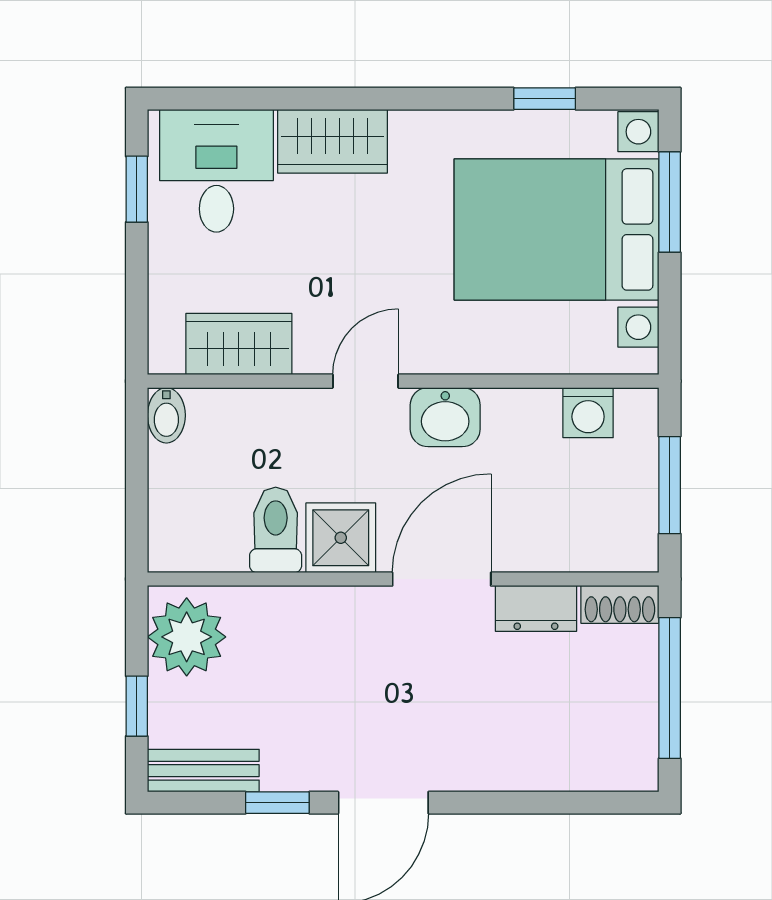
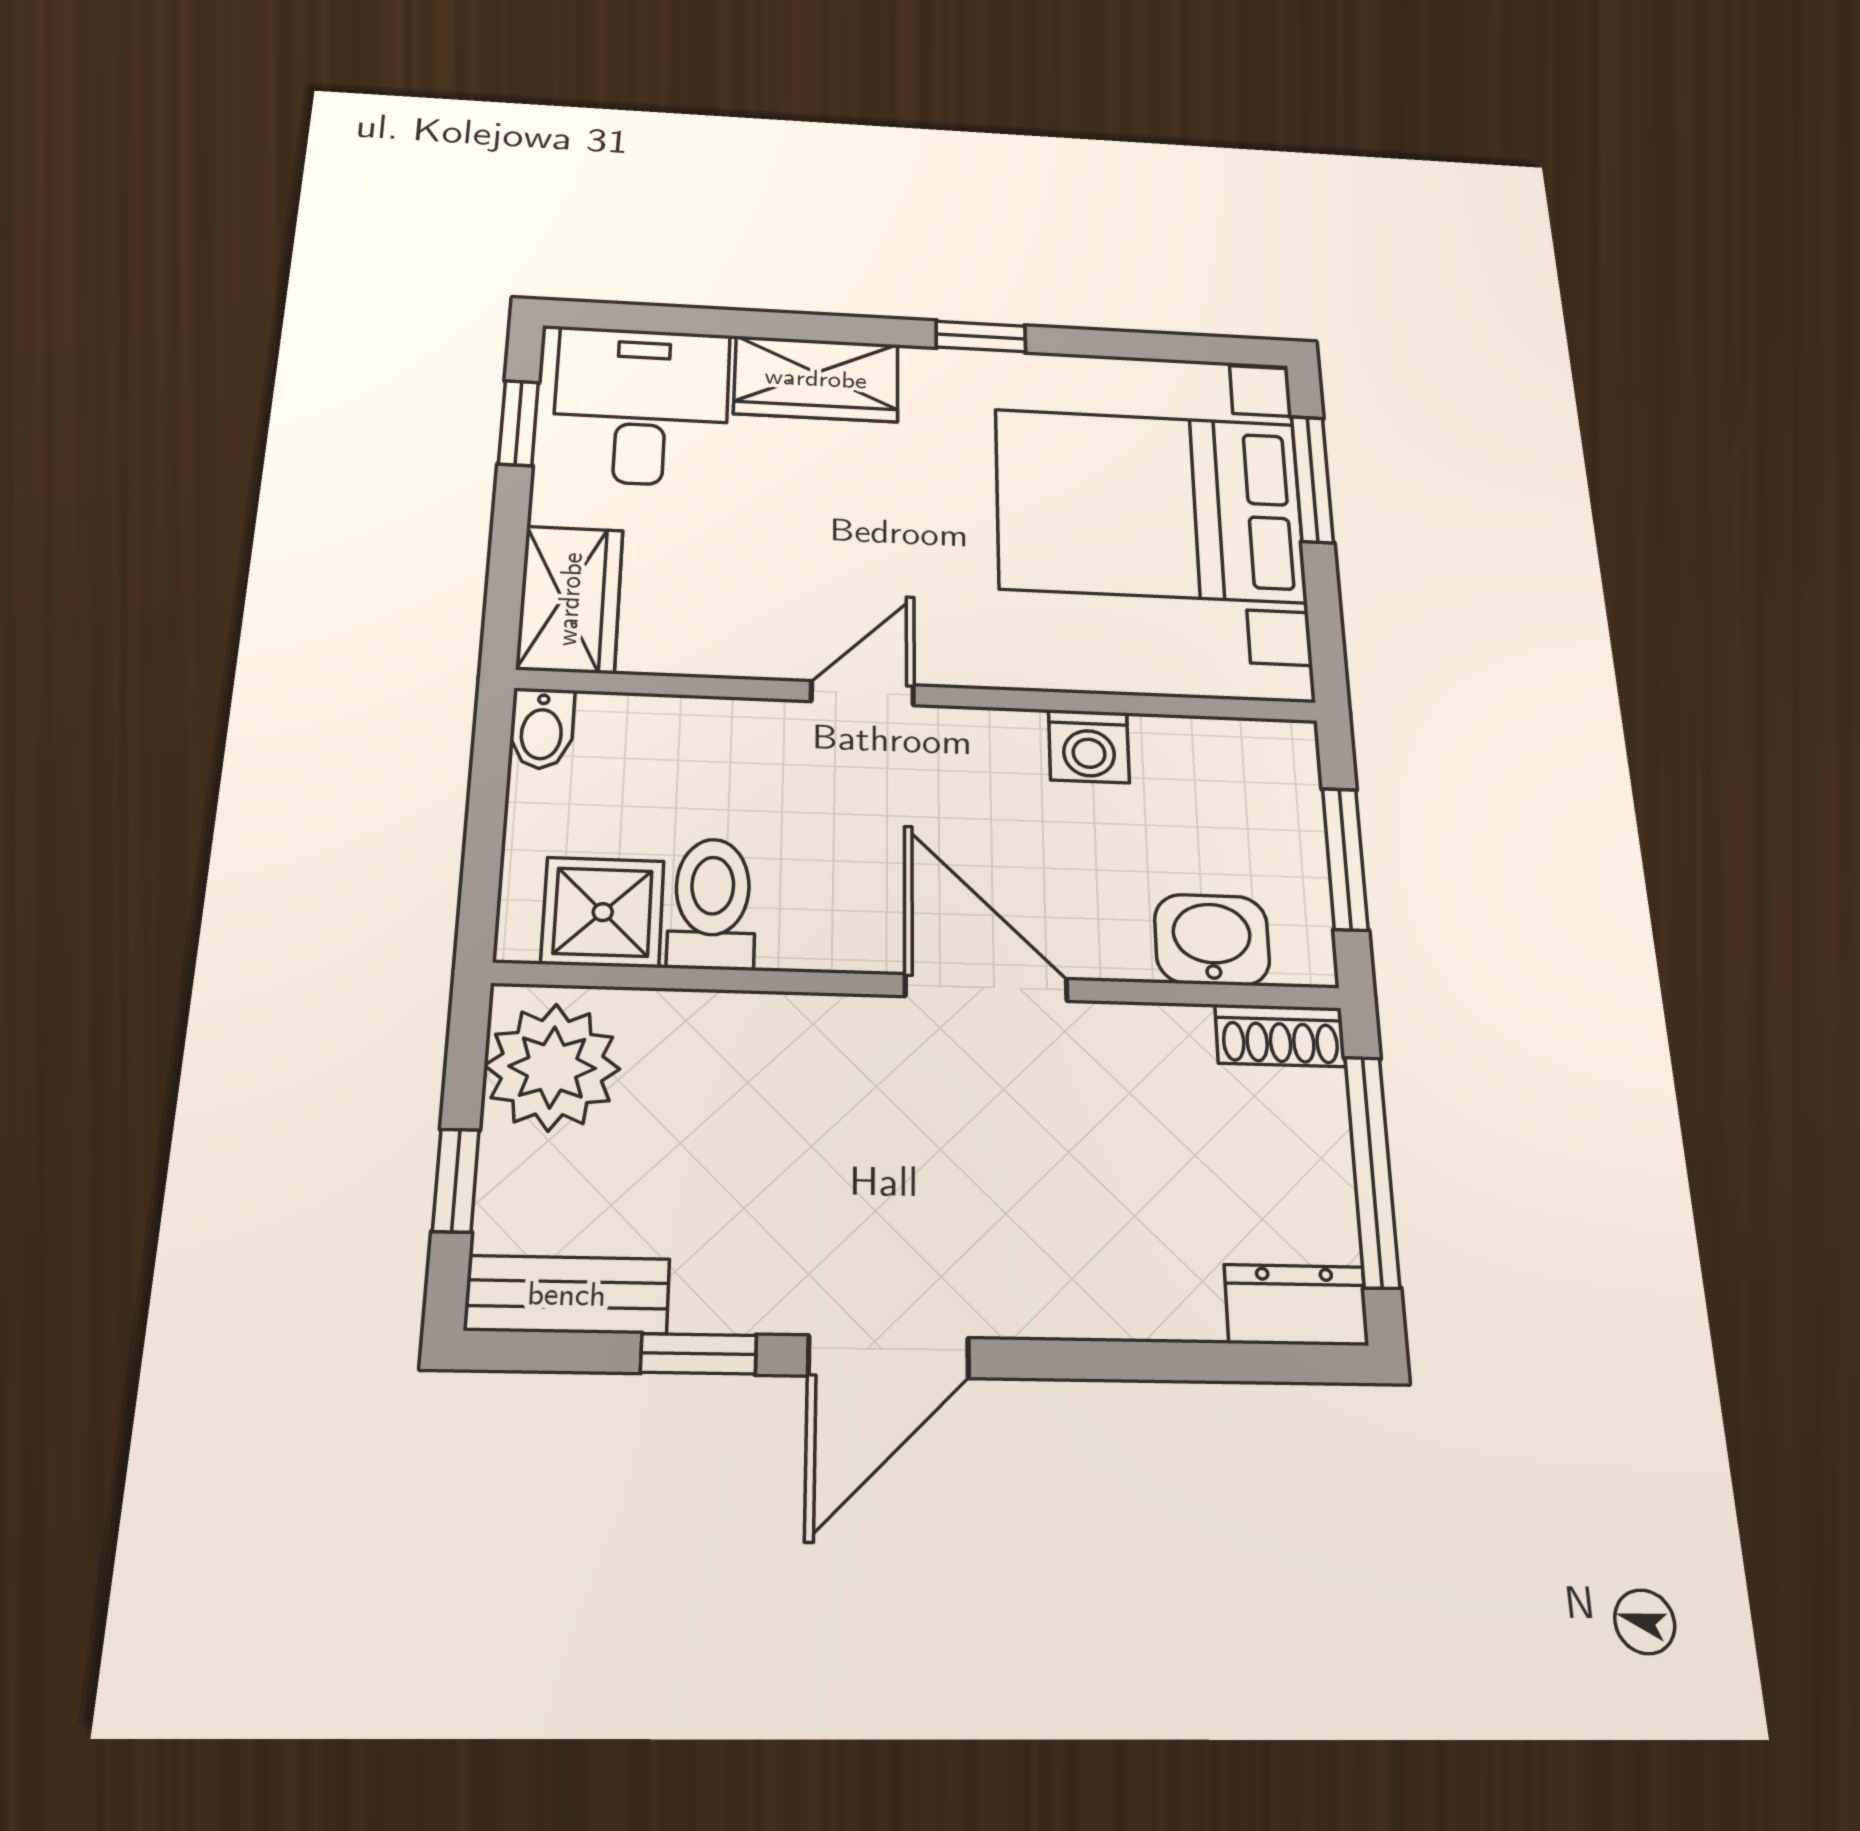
window: (545, 99) -> (981, 337), moved
wardrobe: (239, 344) -> (570, 599), moved, turned 90
washing machine: (588, 413) -> (1089, 746), moved
washbasin: (445, 417) -> (1212, 940), moved, turned 180
shower: (341, 538) -> (603, 912), moved
door: (442, 579) -> (986, 988), hinge flipped
dresser: (536, 608) -> (1296, 1305), moved, turned 180

